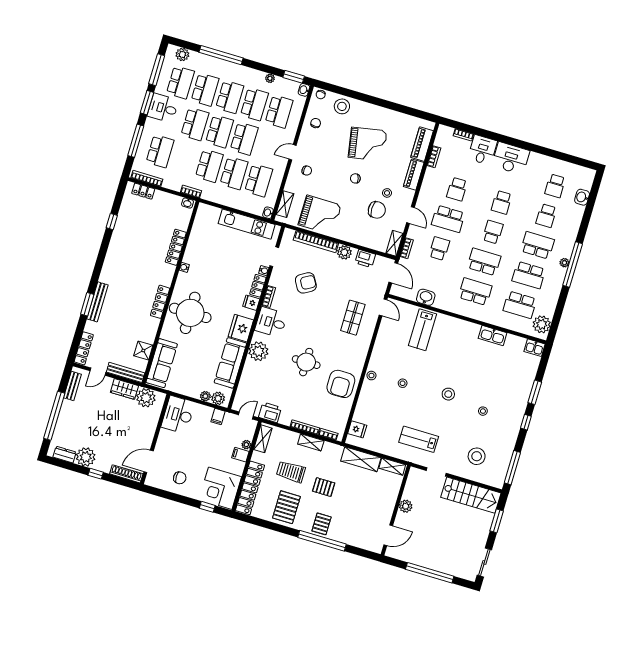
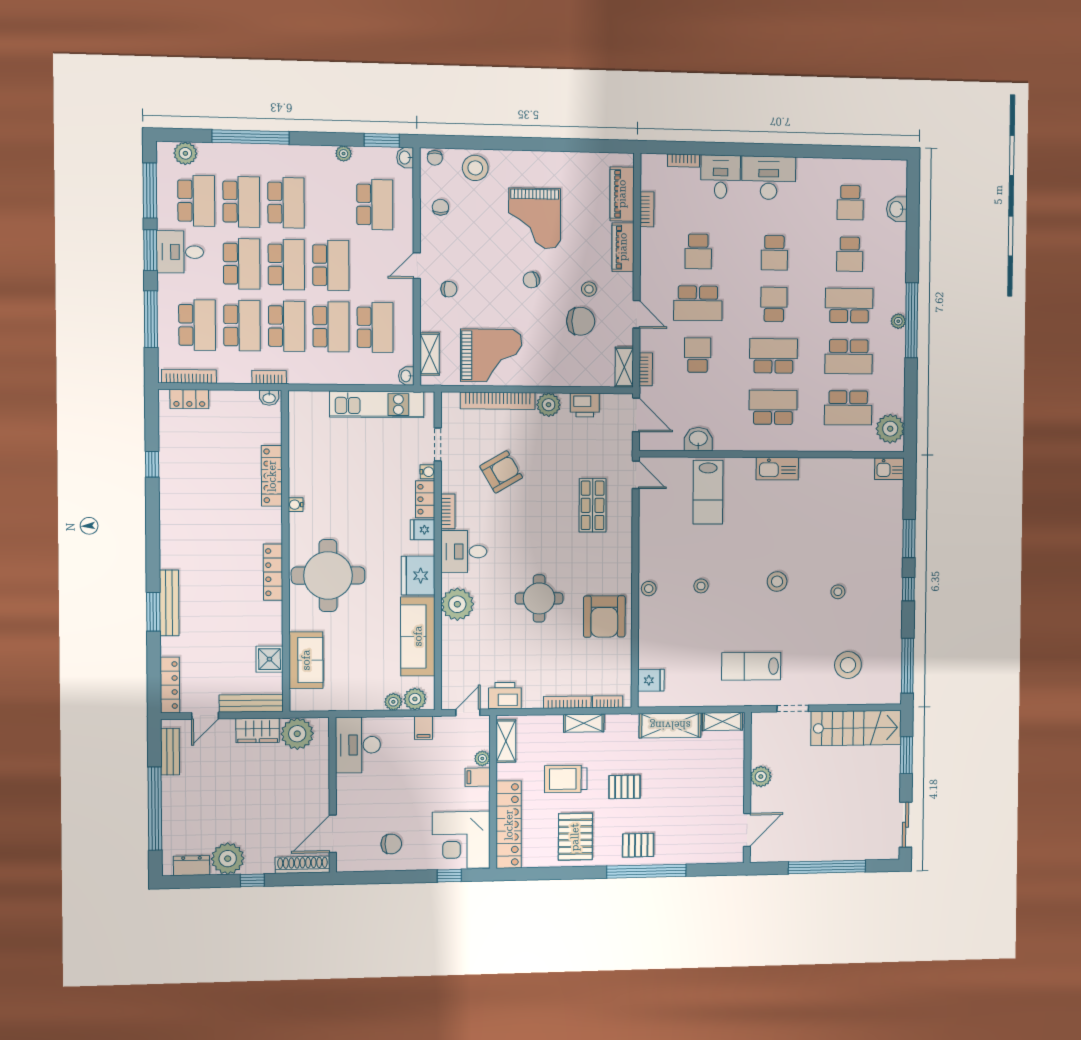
school desk: (254, 104) -> (242, 326), moved
grand piano: (368, 144) -> (535, 218), turned 100
kitchen sink: (493, 336) -> (777, 469), moved
sofa: (162, 363) -> (306, 660), width x0.73
pallet: (322, 524) -> (638, 845), turned 90

